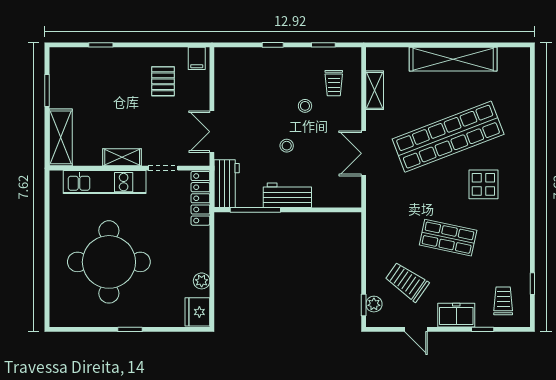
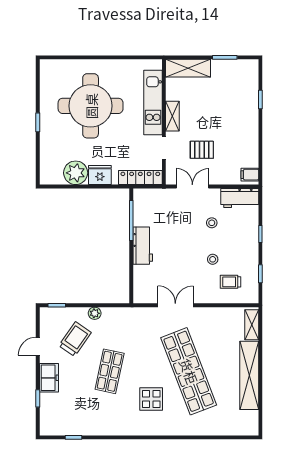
pallet: (163, 81) -> (202, 150), moved
shelving: (375, 90) -> (252, 325), moved, turned 90
stool: (287, 146) -> (212, 223), moved
workbench: (227, 184) -> (240, 198), moved
plant: (202, 281) -> (76, 173), width x1.88, depth x1.88
trolley: (503, 301) -> (60, 414), removed
plant: (374, 304) -> (95, 313), moved
fridge: (197, 312) -> (100, 175), moved

